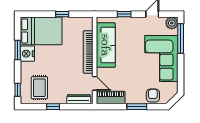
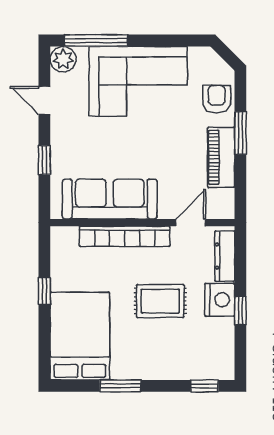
nightstand: (27, 54) -> (220, 300), moved, turned -90
rug: (39, 88) -> (160, 301), moved
armchair: (153, 96) -> (217, 99), turned 90
piano: (111, 98) -> (221, 157), moved

